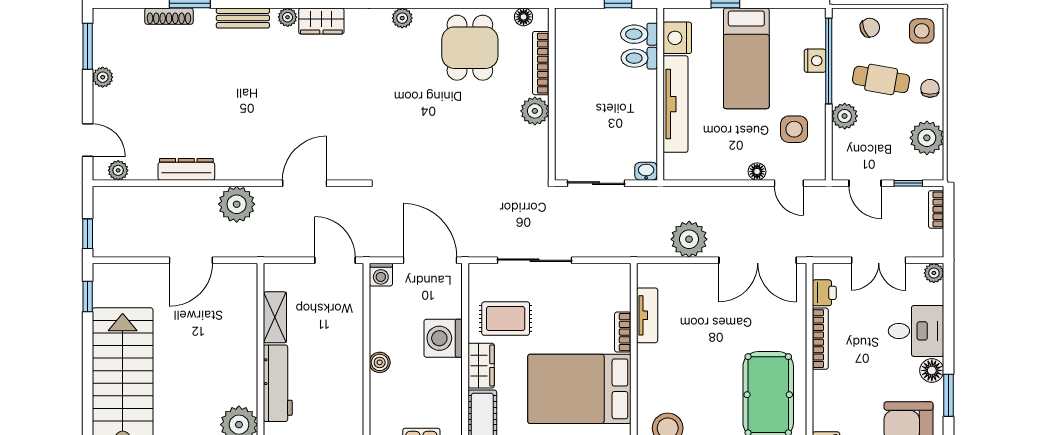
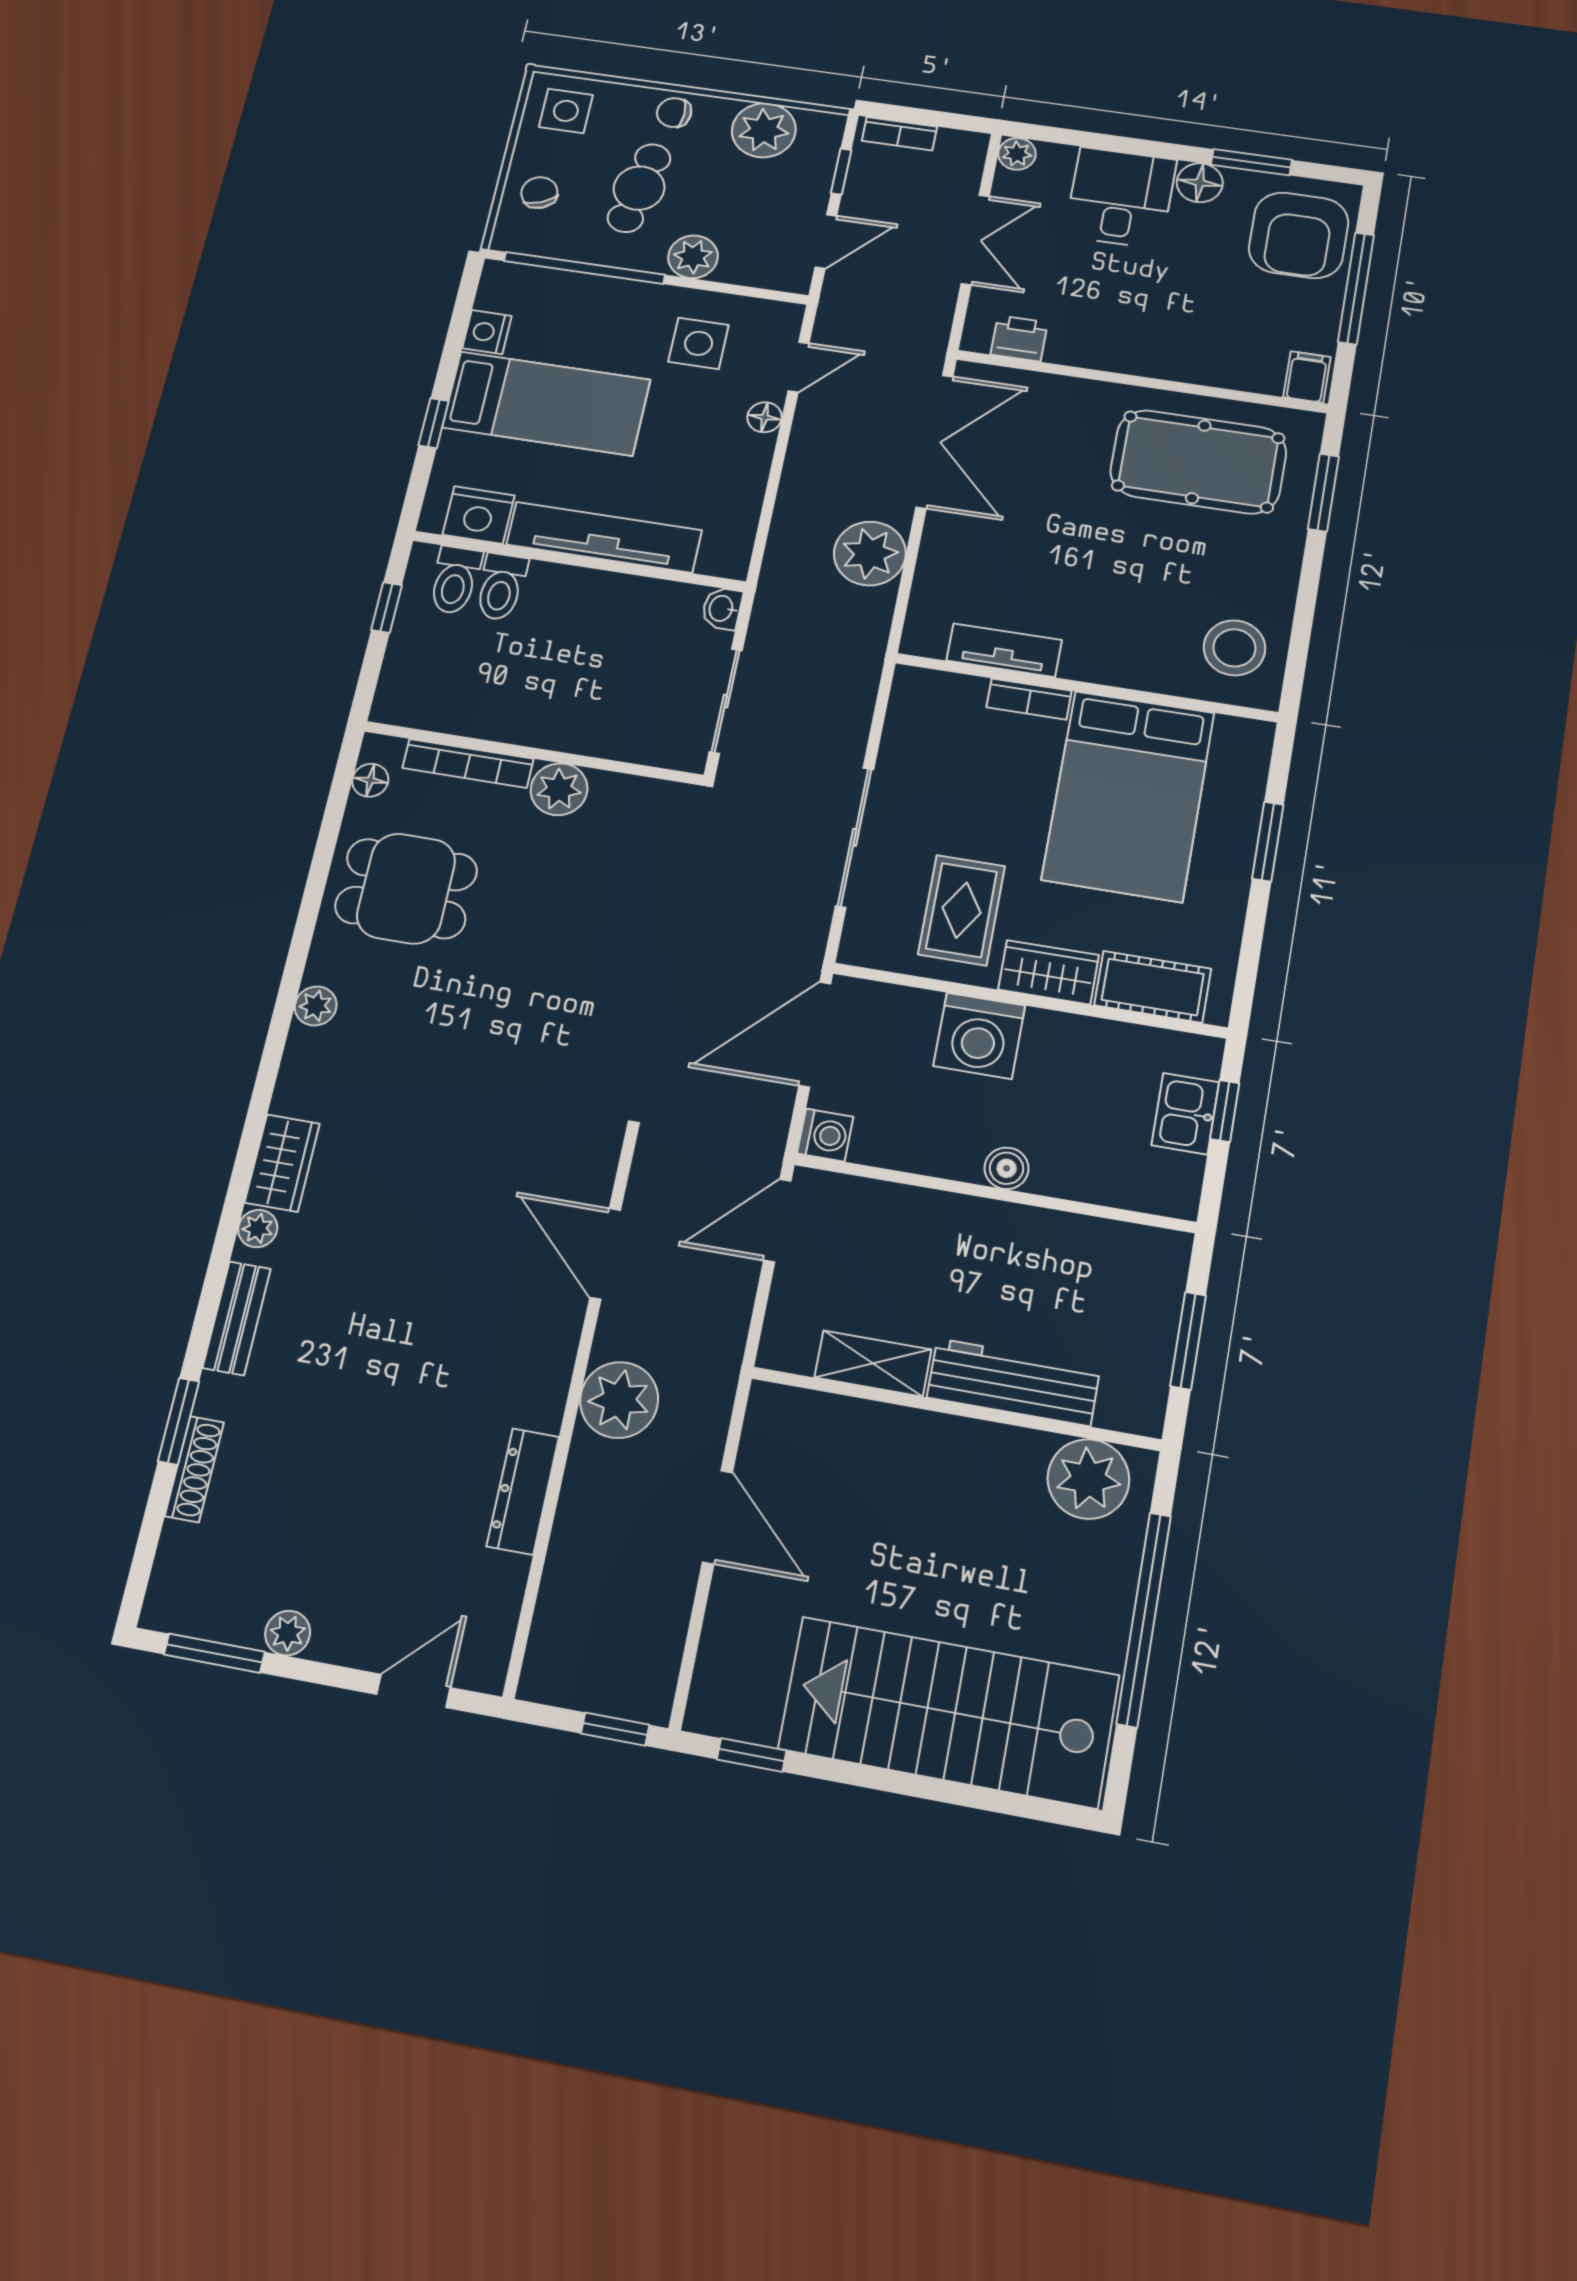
nightstand: (815, 61) -> (487, 332), moved, turned -90
plant: (118, 170) -> (493, 1637), removed
bookcase: (820, 339) -> (1106, 358), removed

